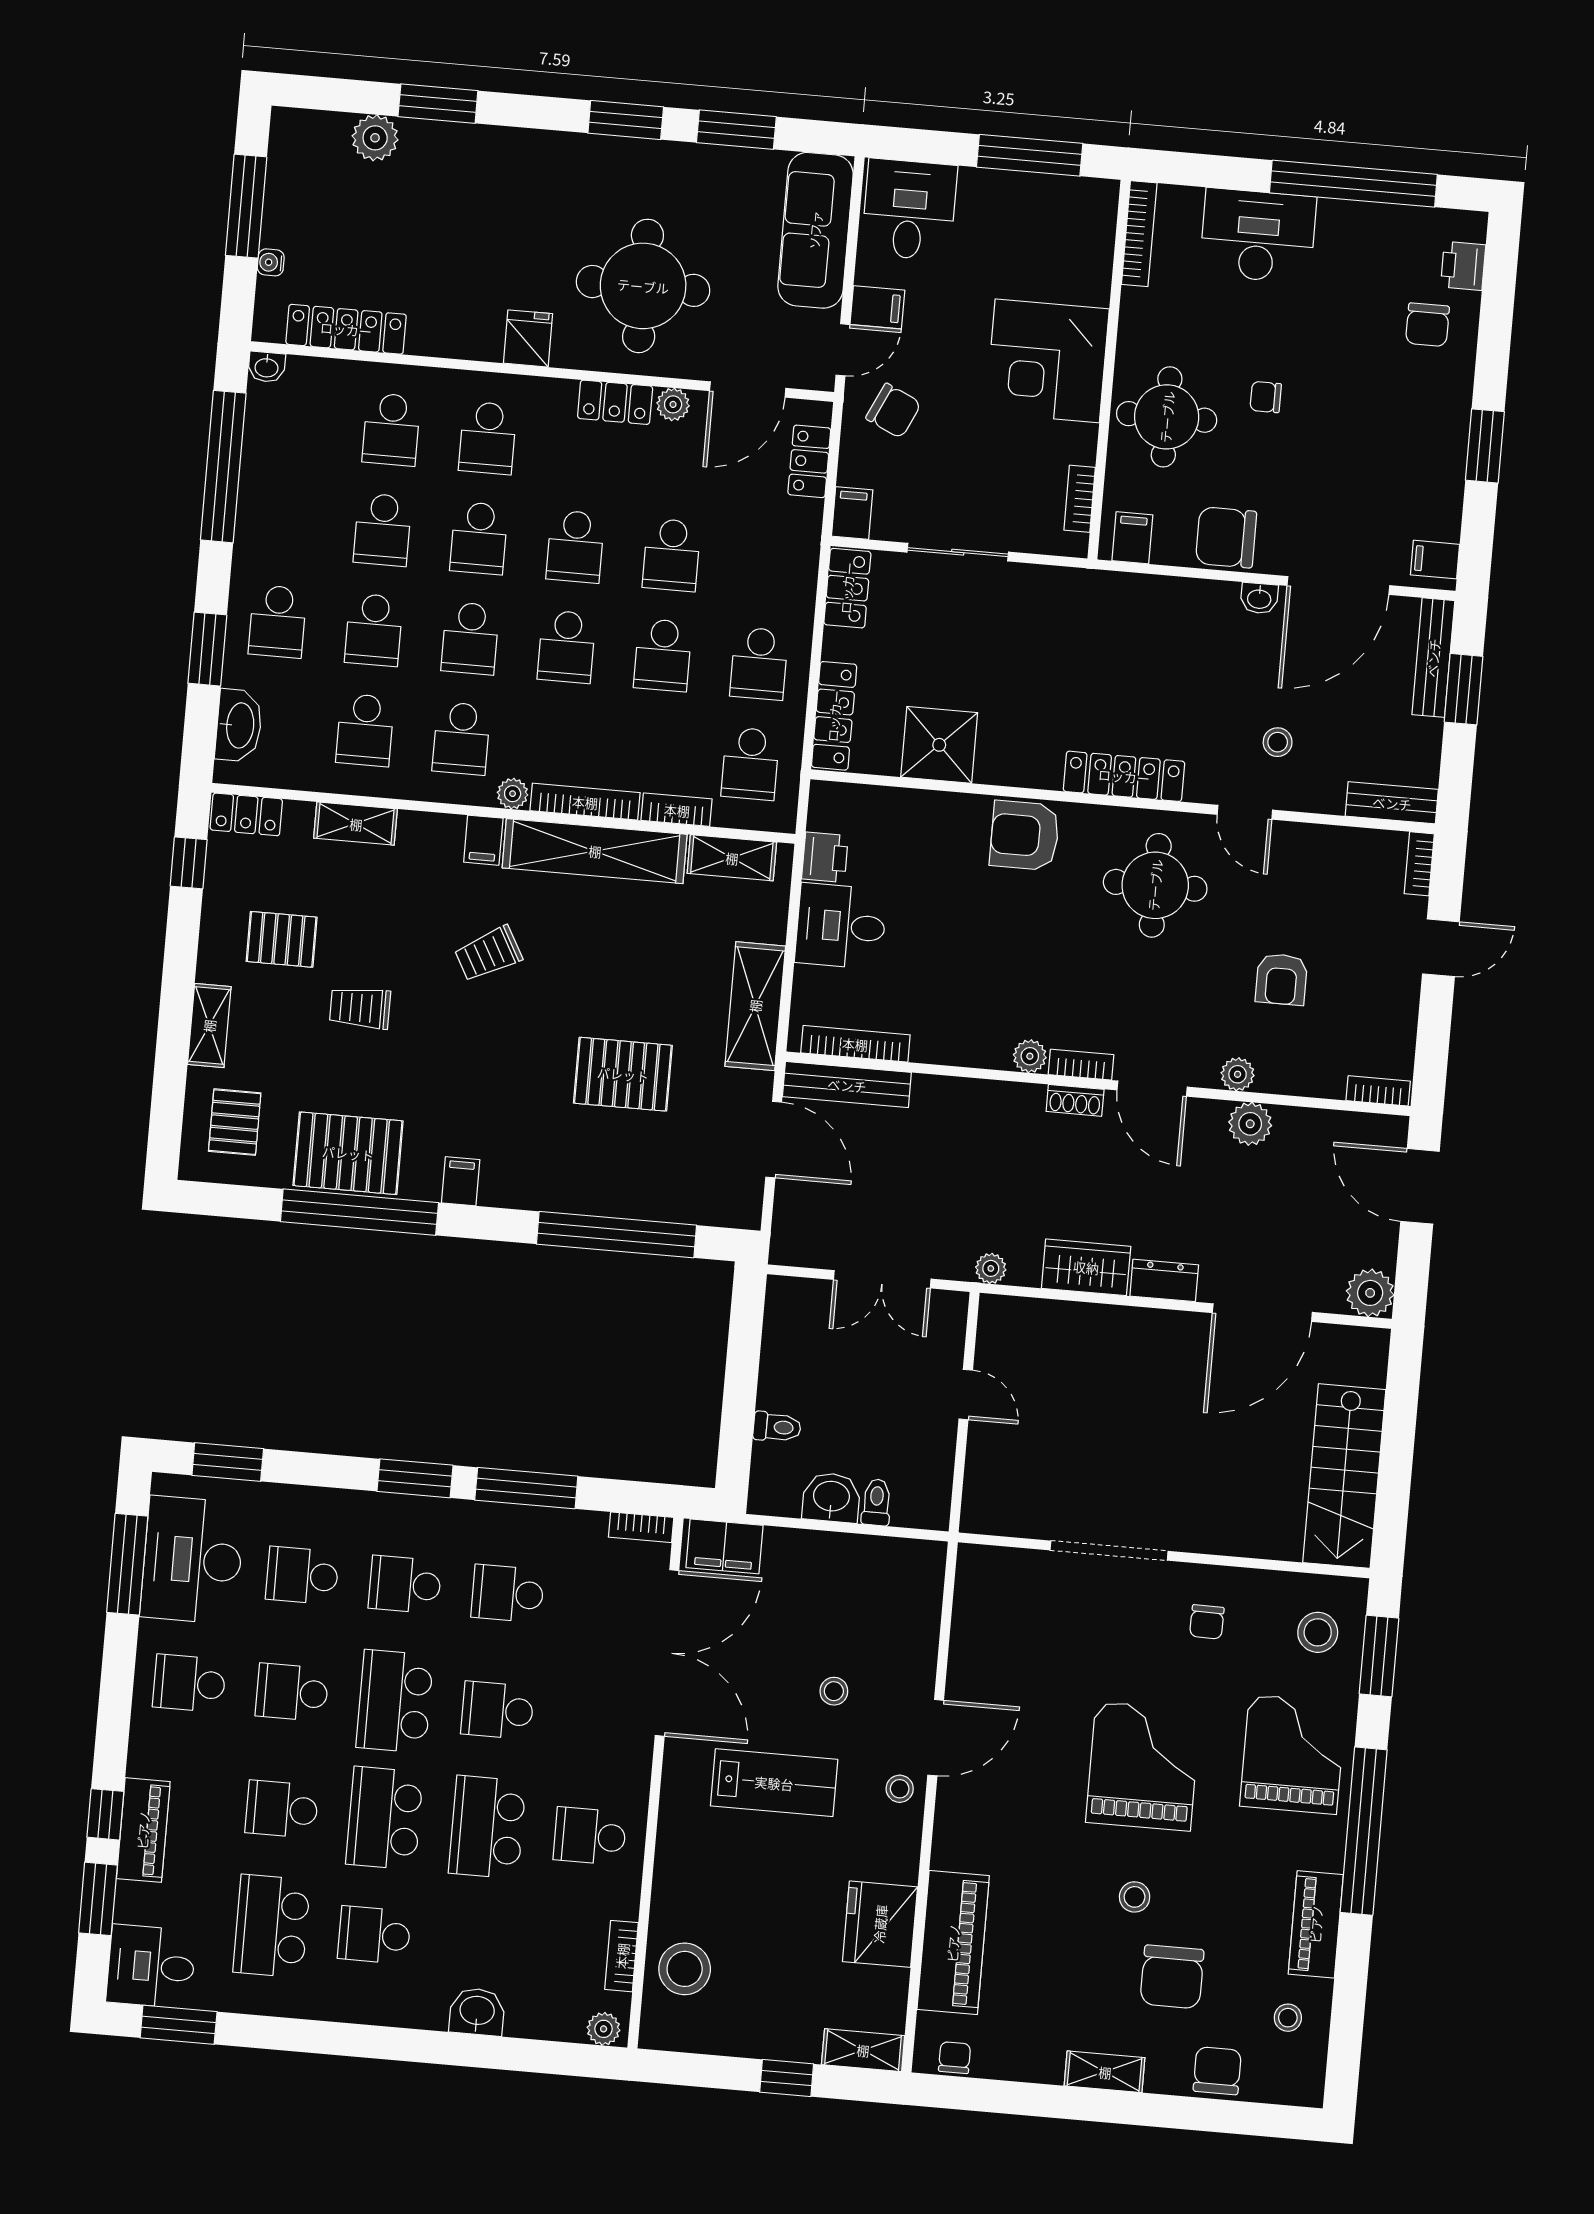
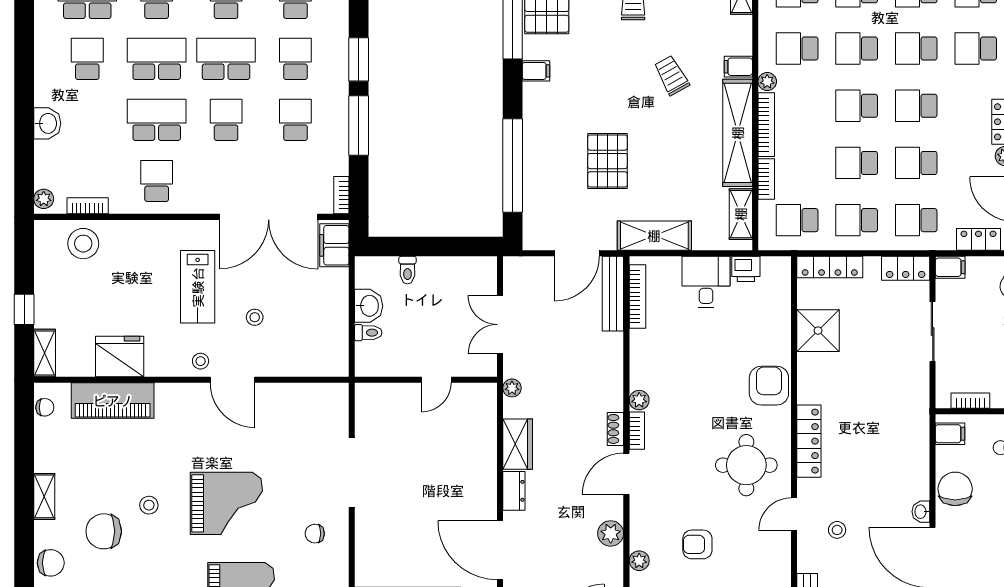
school desk: (768, 563) -> (916, 220), added
plant: (1238, 1074) -> (639, 561), moved

